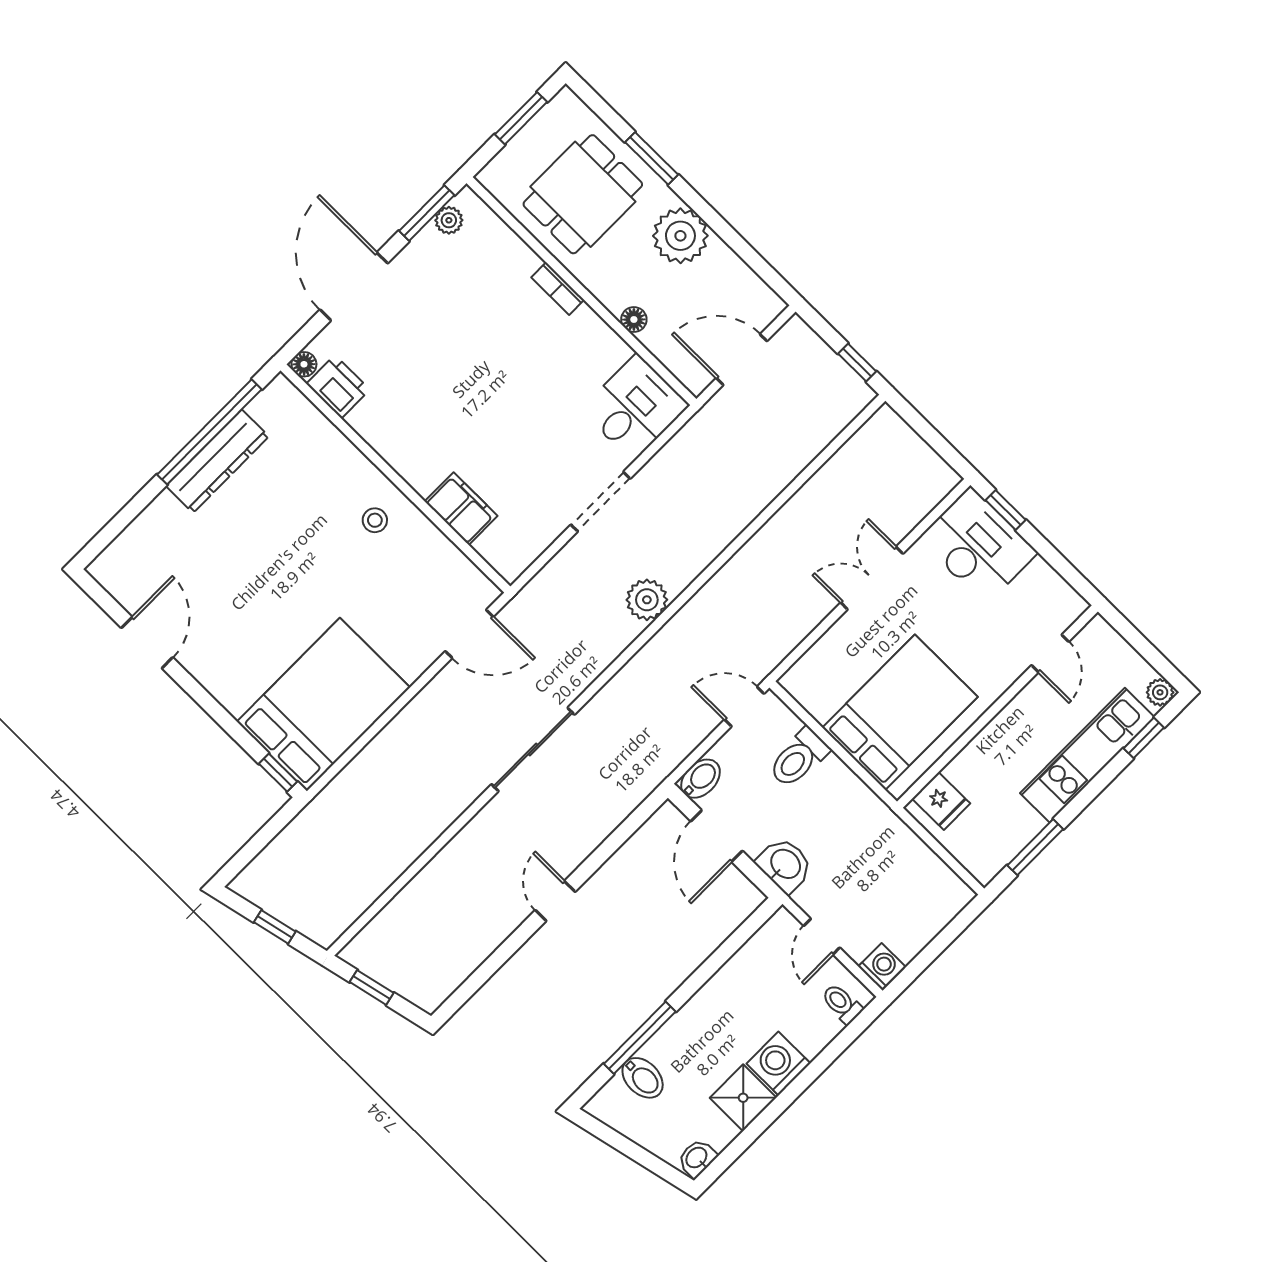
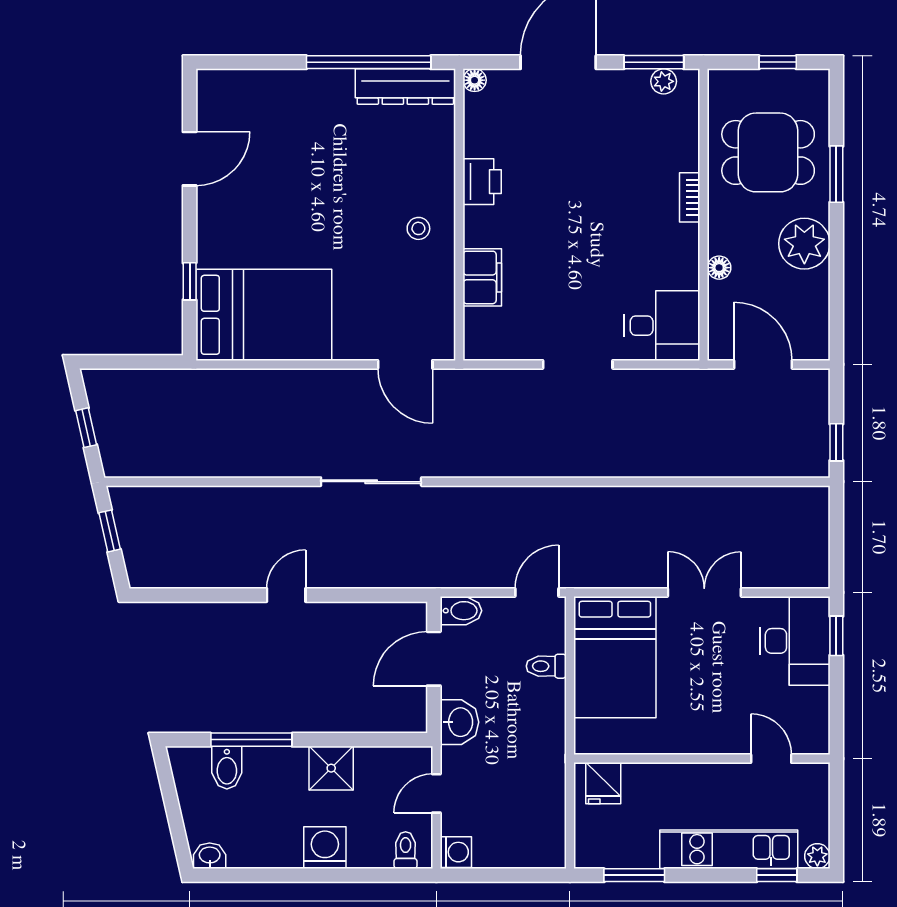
window: (521, 118) -> (778, 62), width x0.67
printer: (338, 387) -> (482, 182), moved
dresser: (217, 461) -> (405, 87), moved
plant: (647, 600) -> (544, 459), removed
door: (1050, 653) -> (771, 759), swing flipped
door: (744, 707) -> (537, 592), hinge flipped
bed: (900, 712) -> (615, 657), moved, turned 90
toilet: (799, 758) -> (546, 666), width x0.73, depth x0.72
window: (278, 773) -> (190, 281), moved
shower: (743, 1098) -> (331, 768), moved

